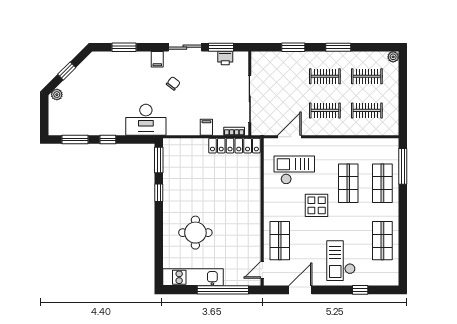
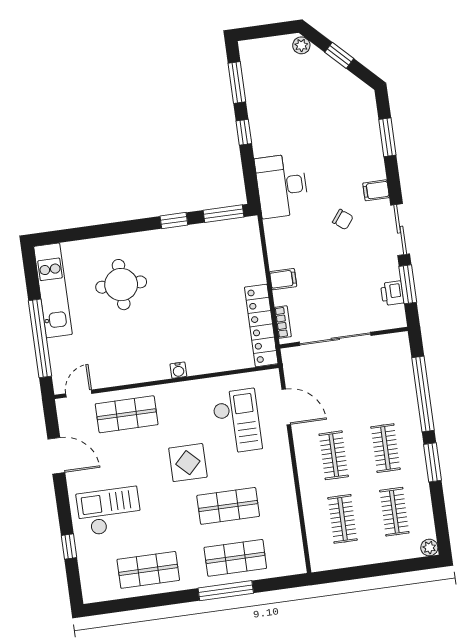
window: (293, 47) -> (423, 394), width x2.11
window: (403, 166) -> (226, 591), moved
water cooler: (256, 203) -> (178, 370), added
door: (262, 270) -> (79, 394), hinge flipped

